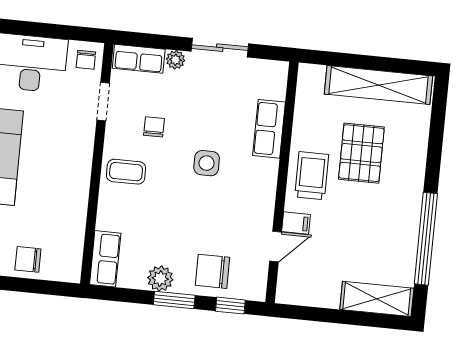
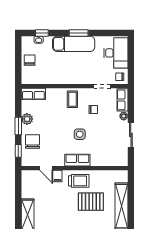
row of seats: (269, 129) -> (77, 160), moved

